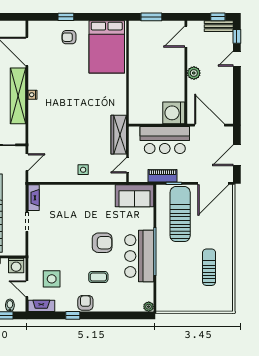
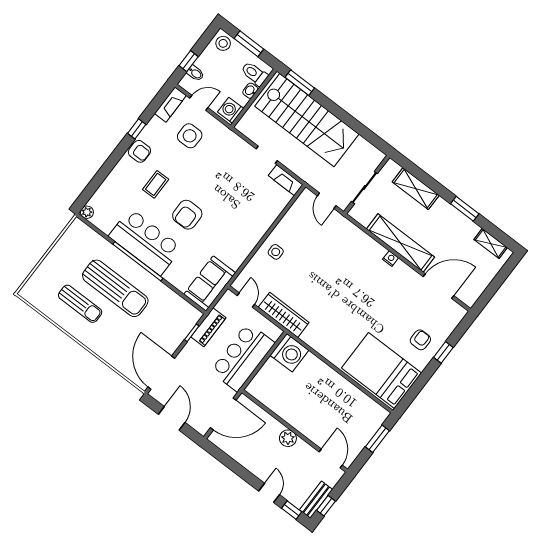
washing machine: (174, 113) -> (289, 353), moved, turned 90
sun lounger: (180, 214) -> (115, 288), moved

